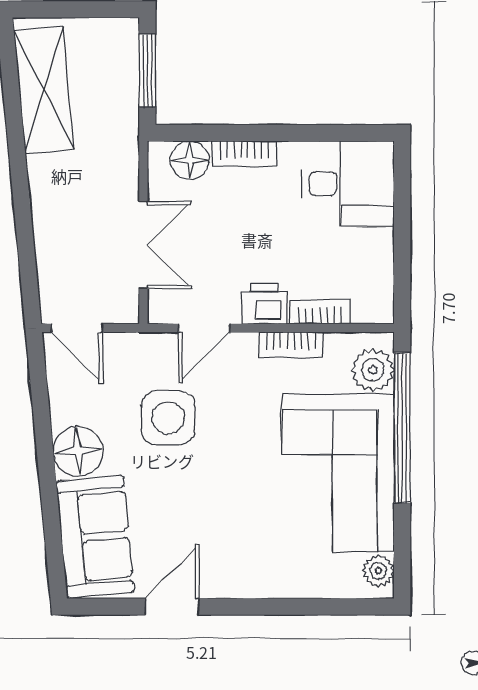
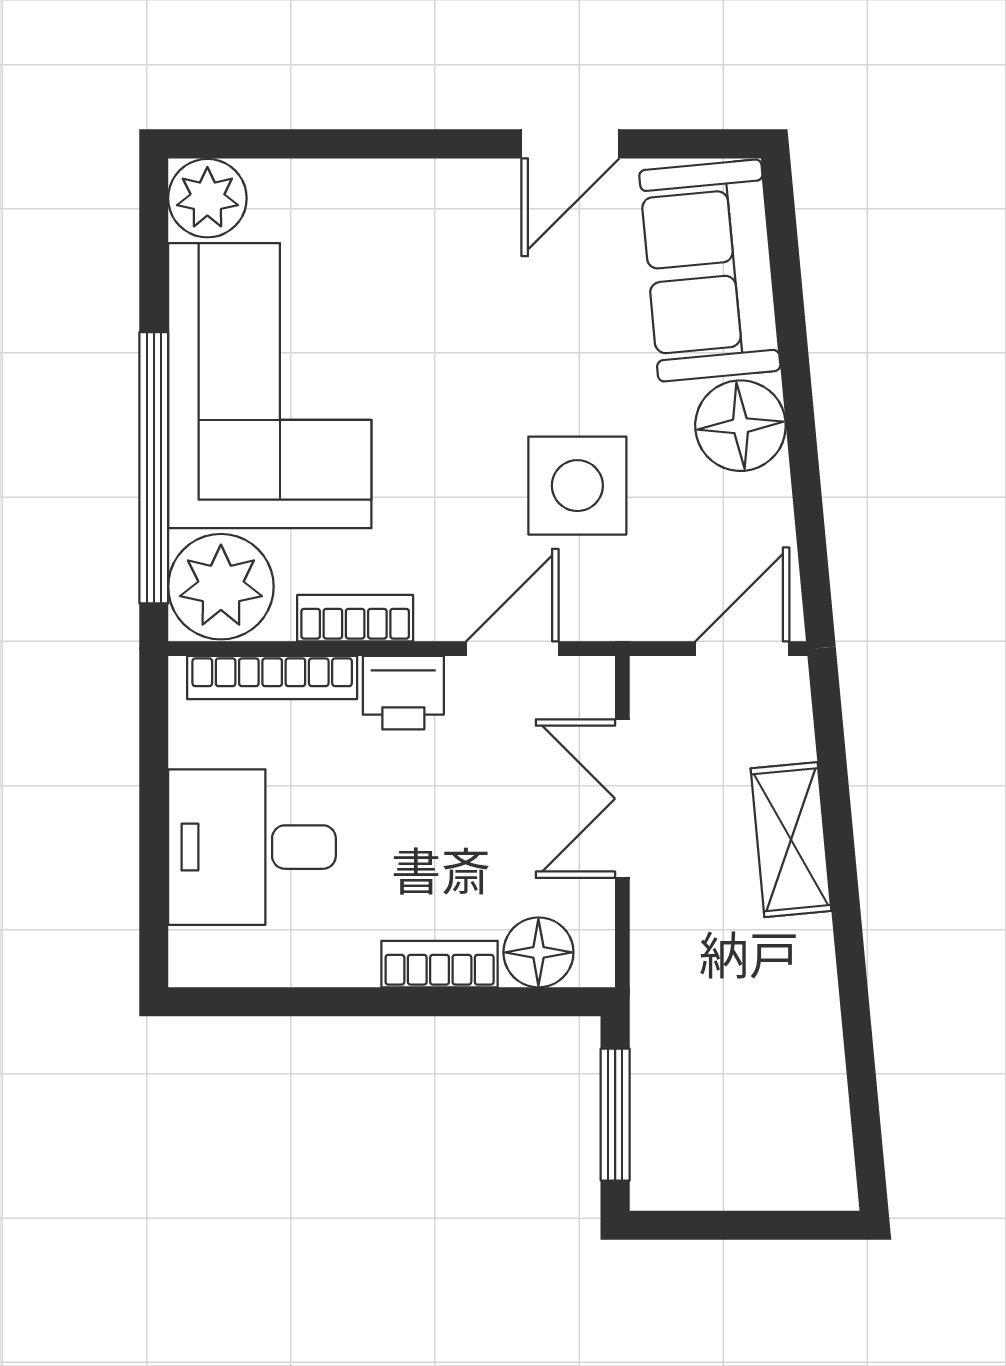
shelving: (44, 90) -> (791, 840), moved, width x0.67, depth x0.75
desk: (348, 184) -> (252, 847), moved
bookcase: (320, 312) -> (272, 678), width x1.56
door: (77, 328) -> (742, 649), hinge flipped
plant: (373, 370) -> (221, 587), width x1.36, depth x1.36
plant: (378, 571) -> (207, 198), width x1.38, depth x1.38

